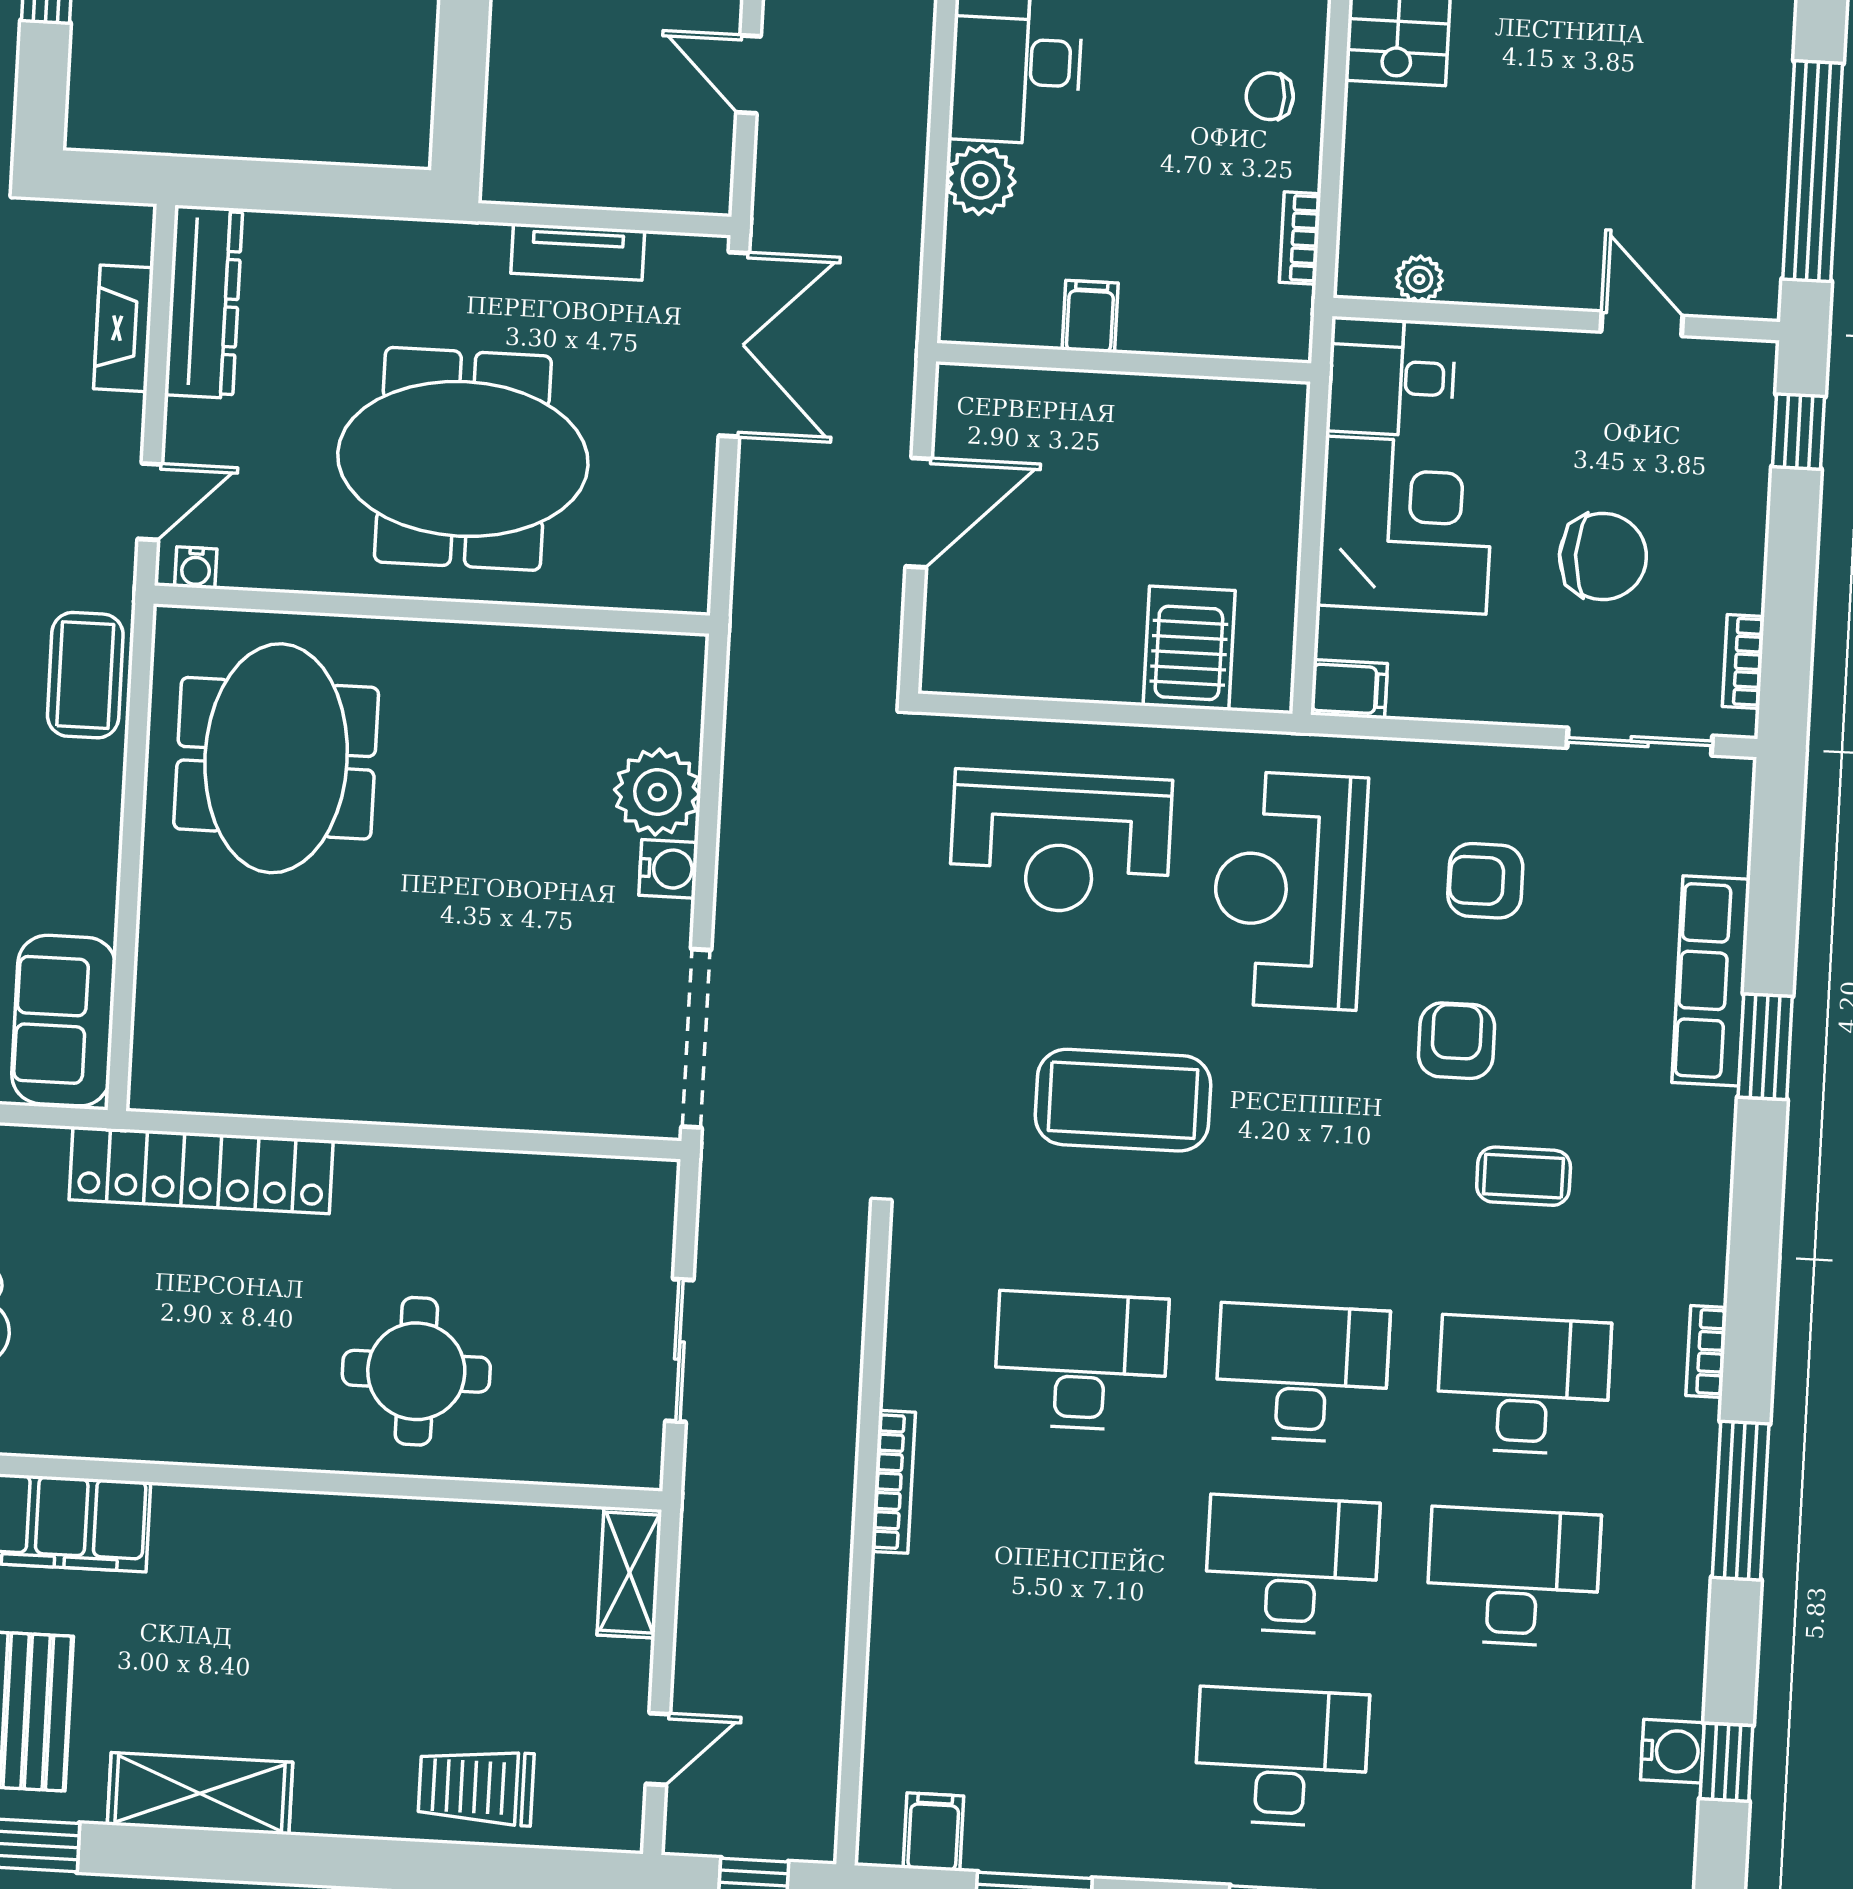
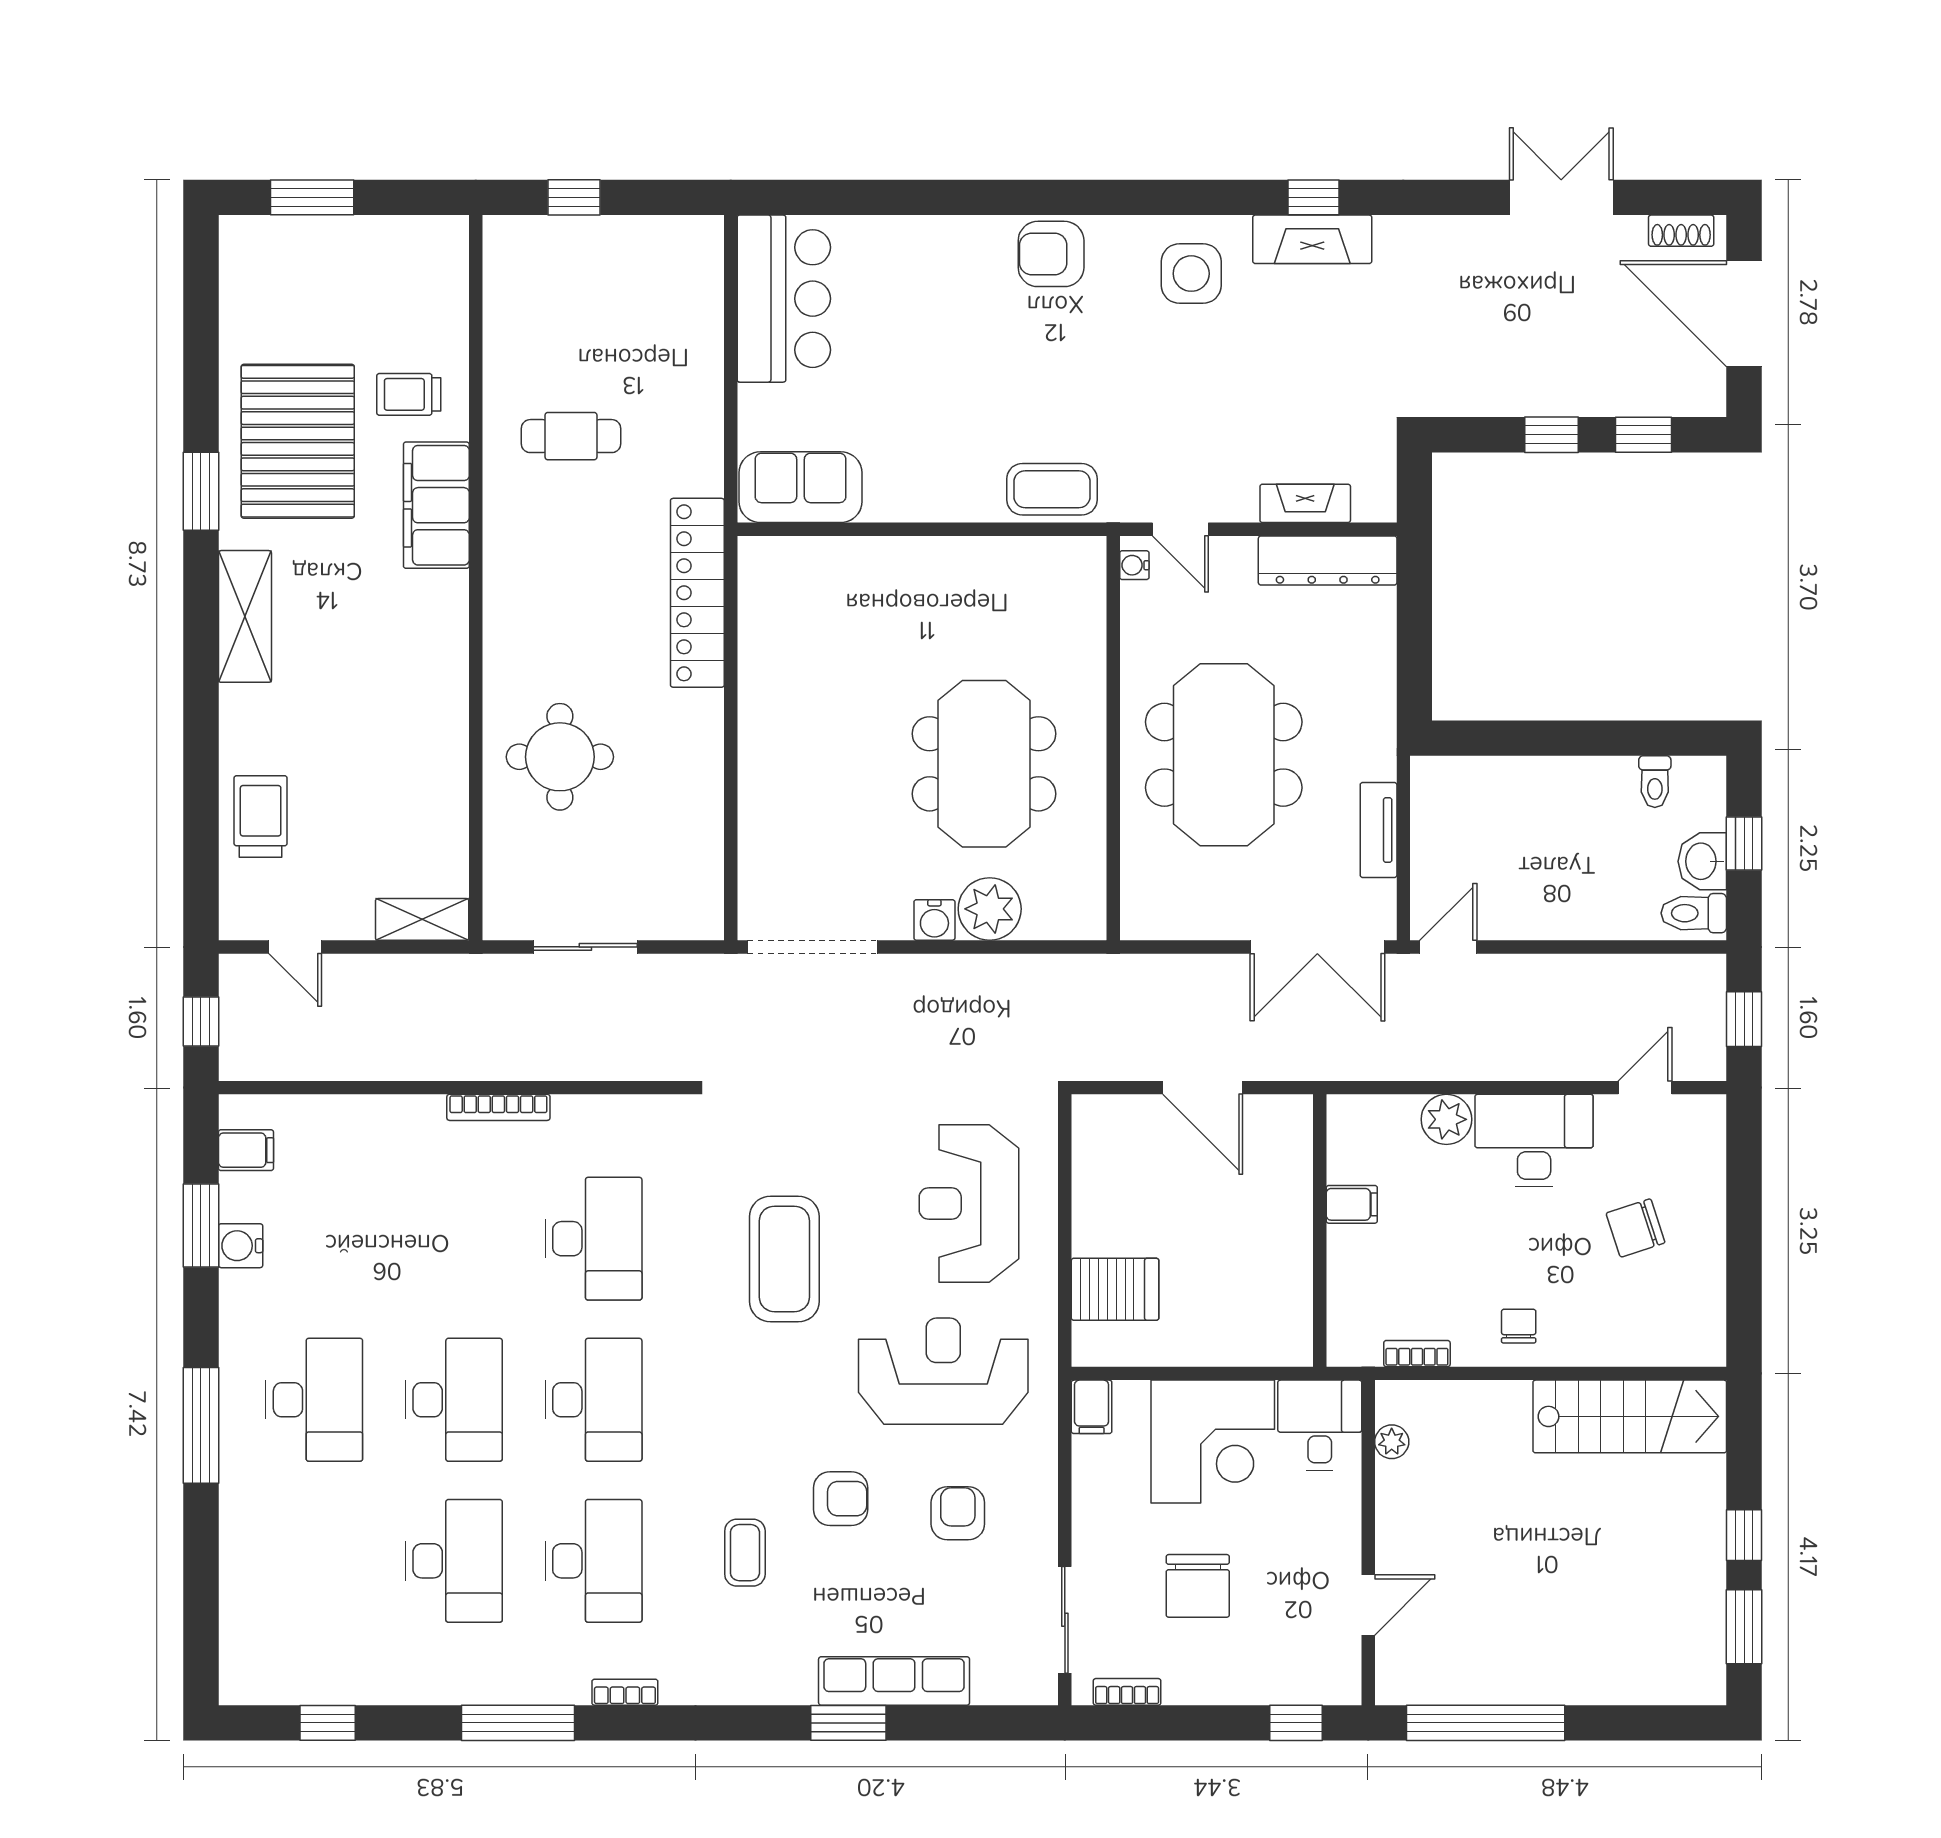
door: (749, 74) -> (1448, 947), moved
meeting table: (276, 758) -> (984, 764), moved, turned 90
water cooler: (1672, 1751) -> (241, 1246), moved, turned 90

